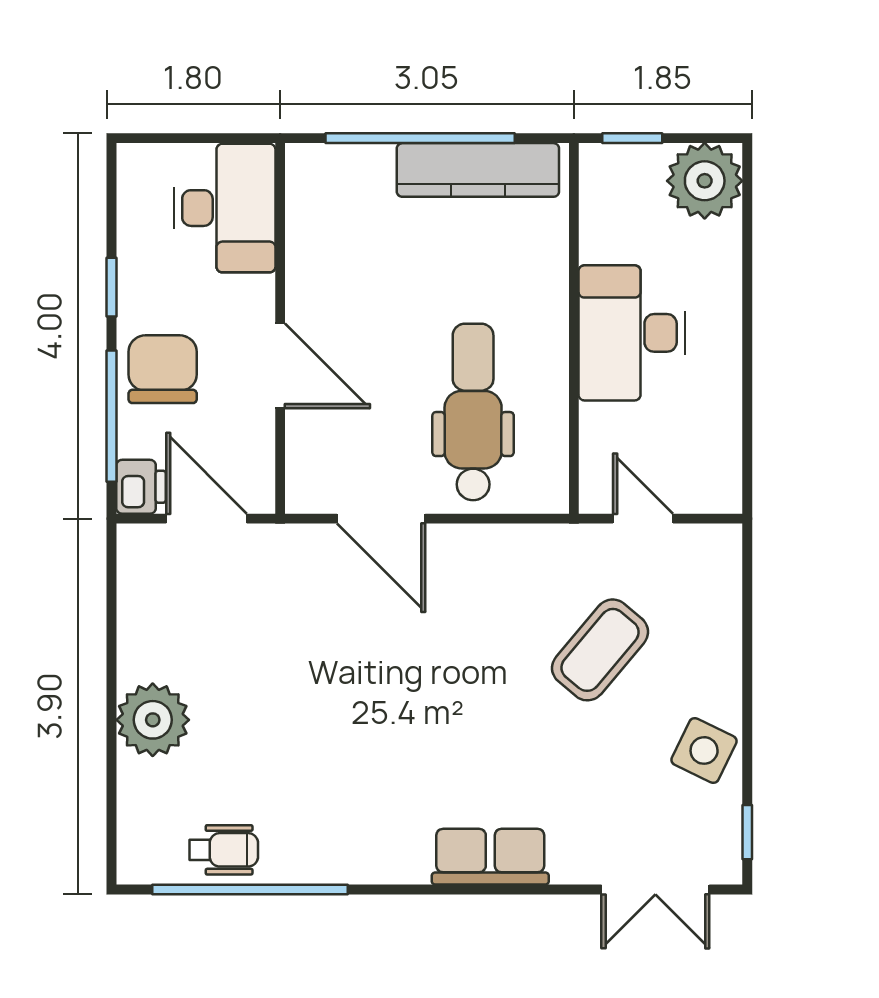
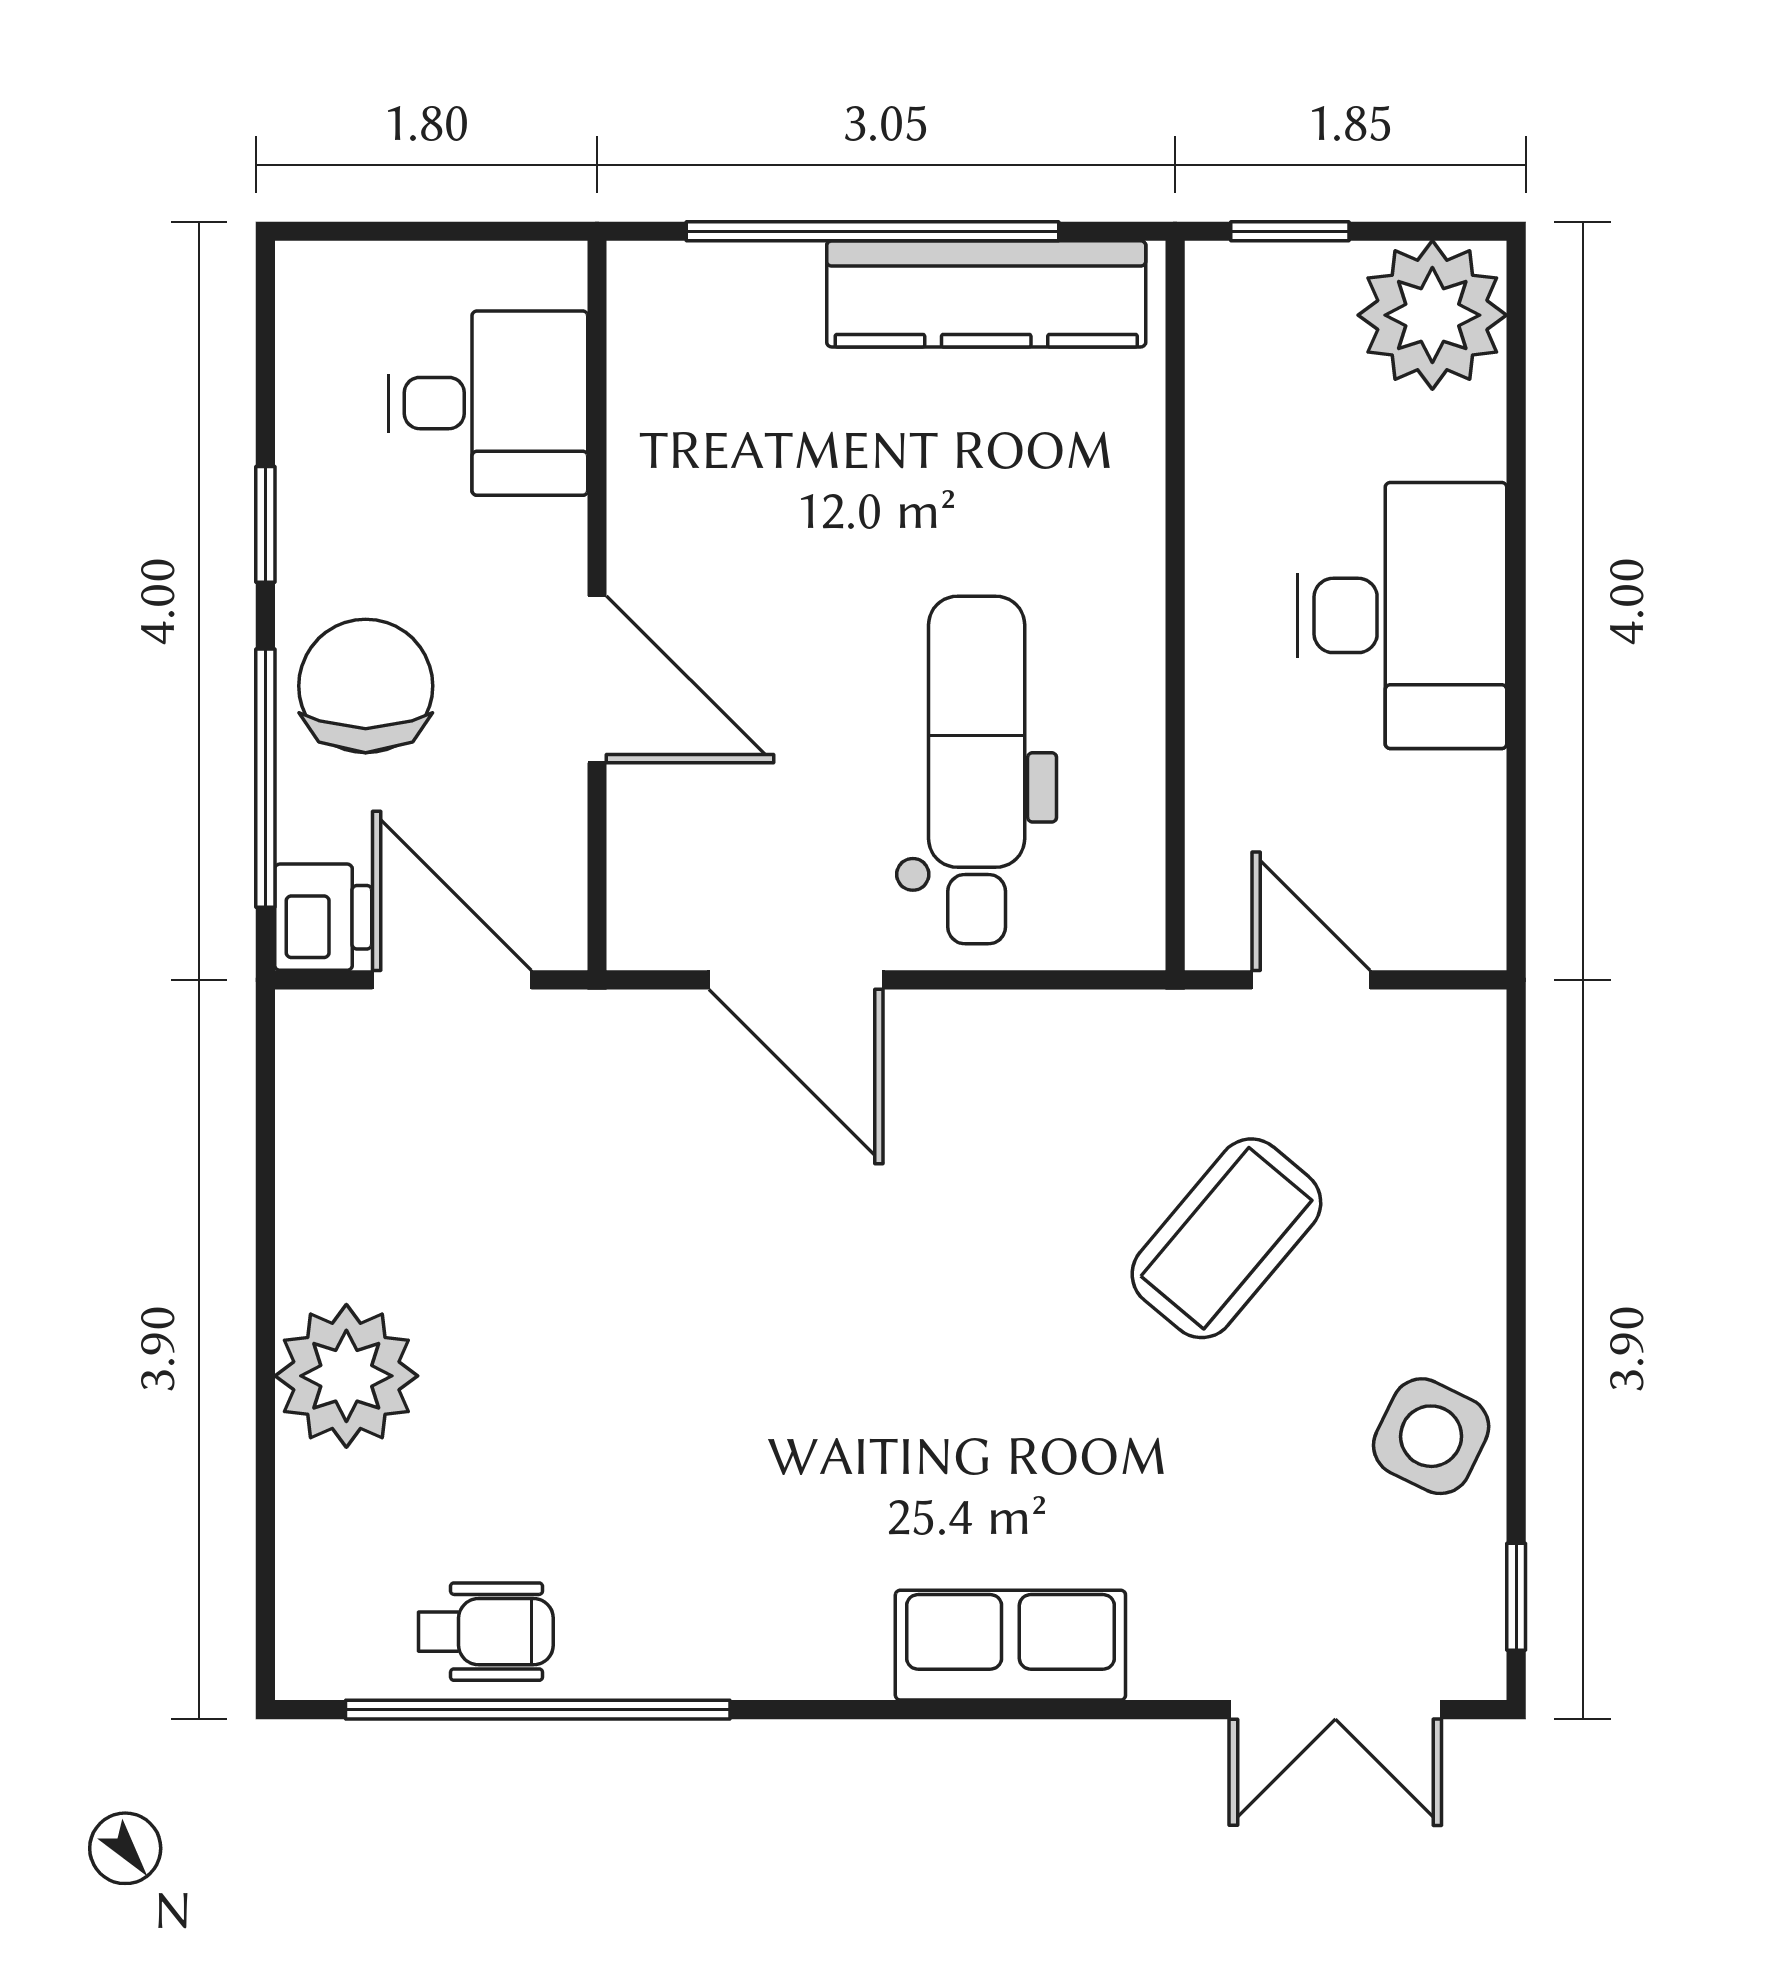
desk: (225, 208) -> (488, 403), width x0.73
desk: (632, 333) -> (1402, 615), moved, turned 180

